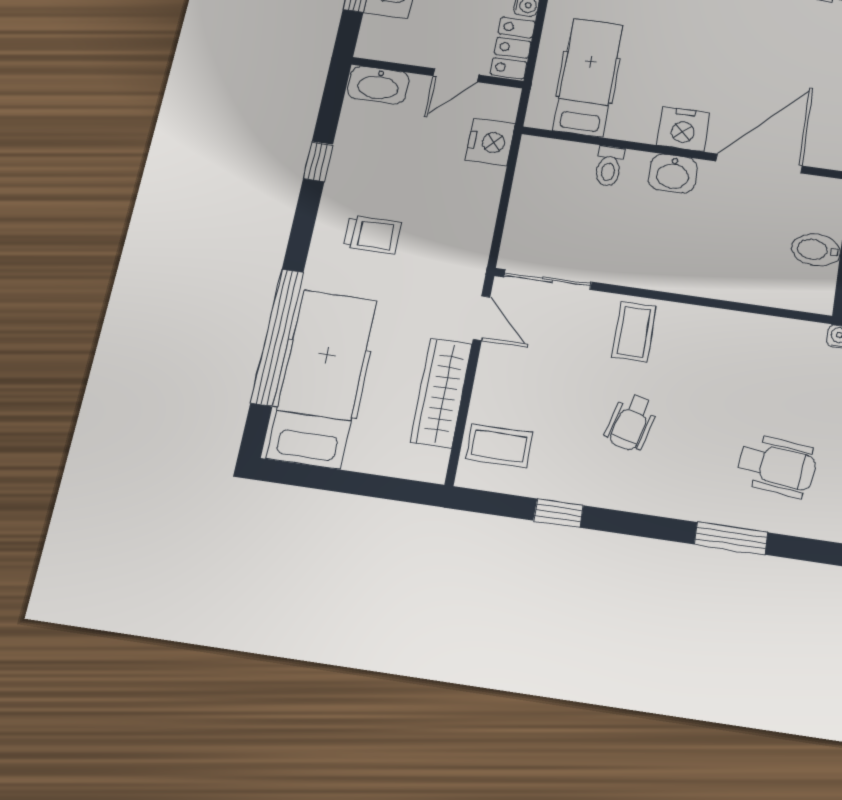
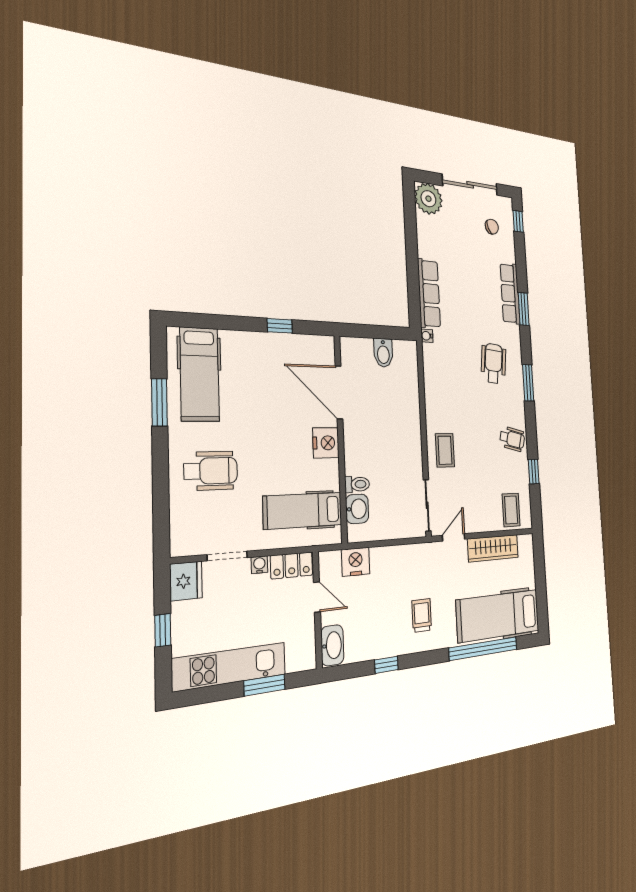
washbasin: (673, 174) -> (357, 509), moved
coffee table: (634, 332) -> (445, 450), turned 90
wheelchair: (631, 422) -> (512, 439), moved

